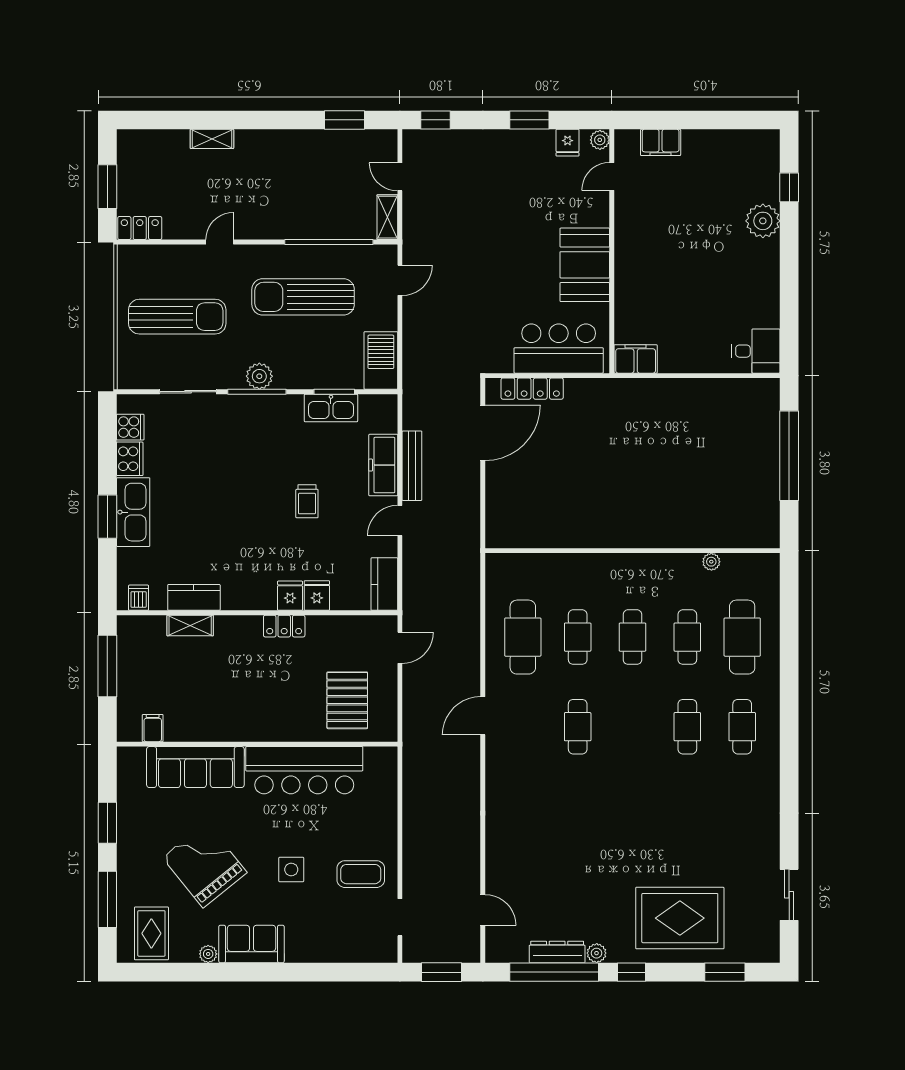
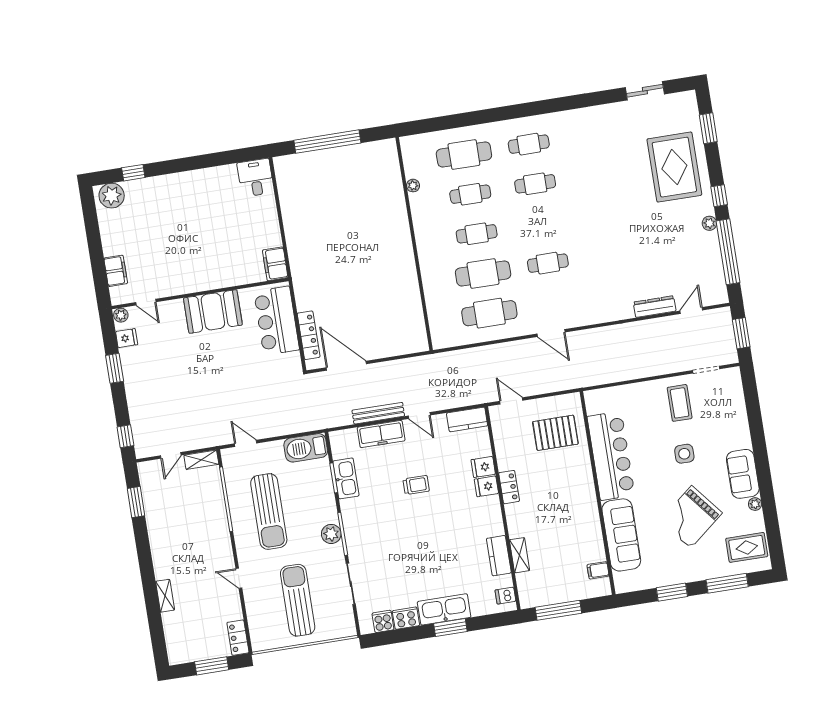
plant: (763, 221) -> (112, 196), moved
cafe table: (578, 637) -> (483, 273), width x1.37, depth x1.35
dresser: (557, 952) -> (655, 307), moved, turned 90

